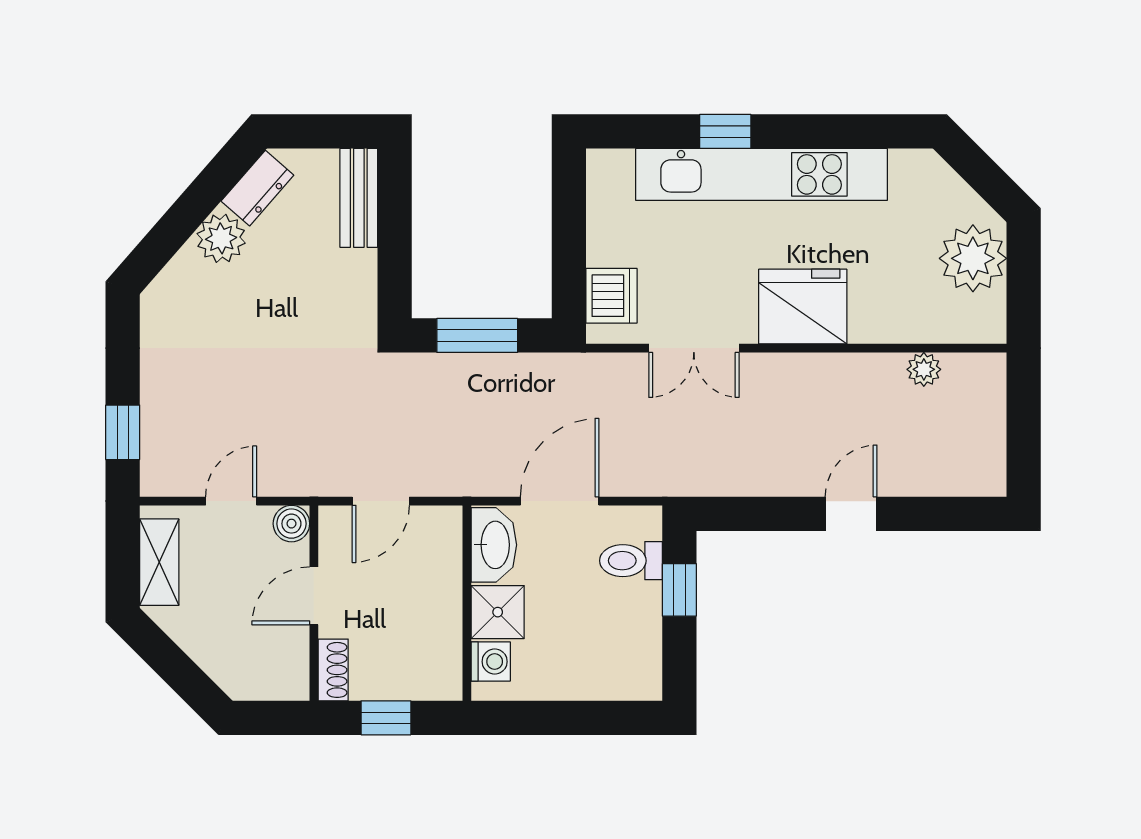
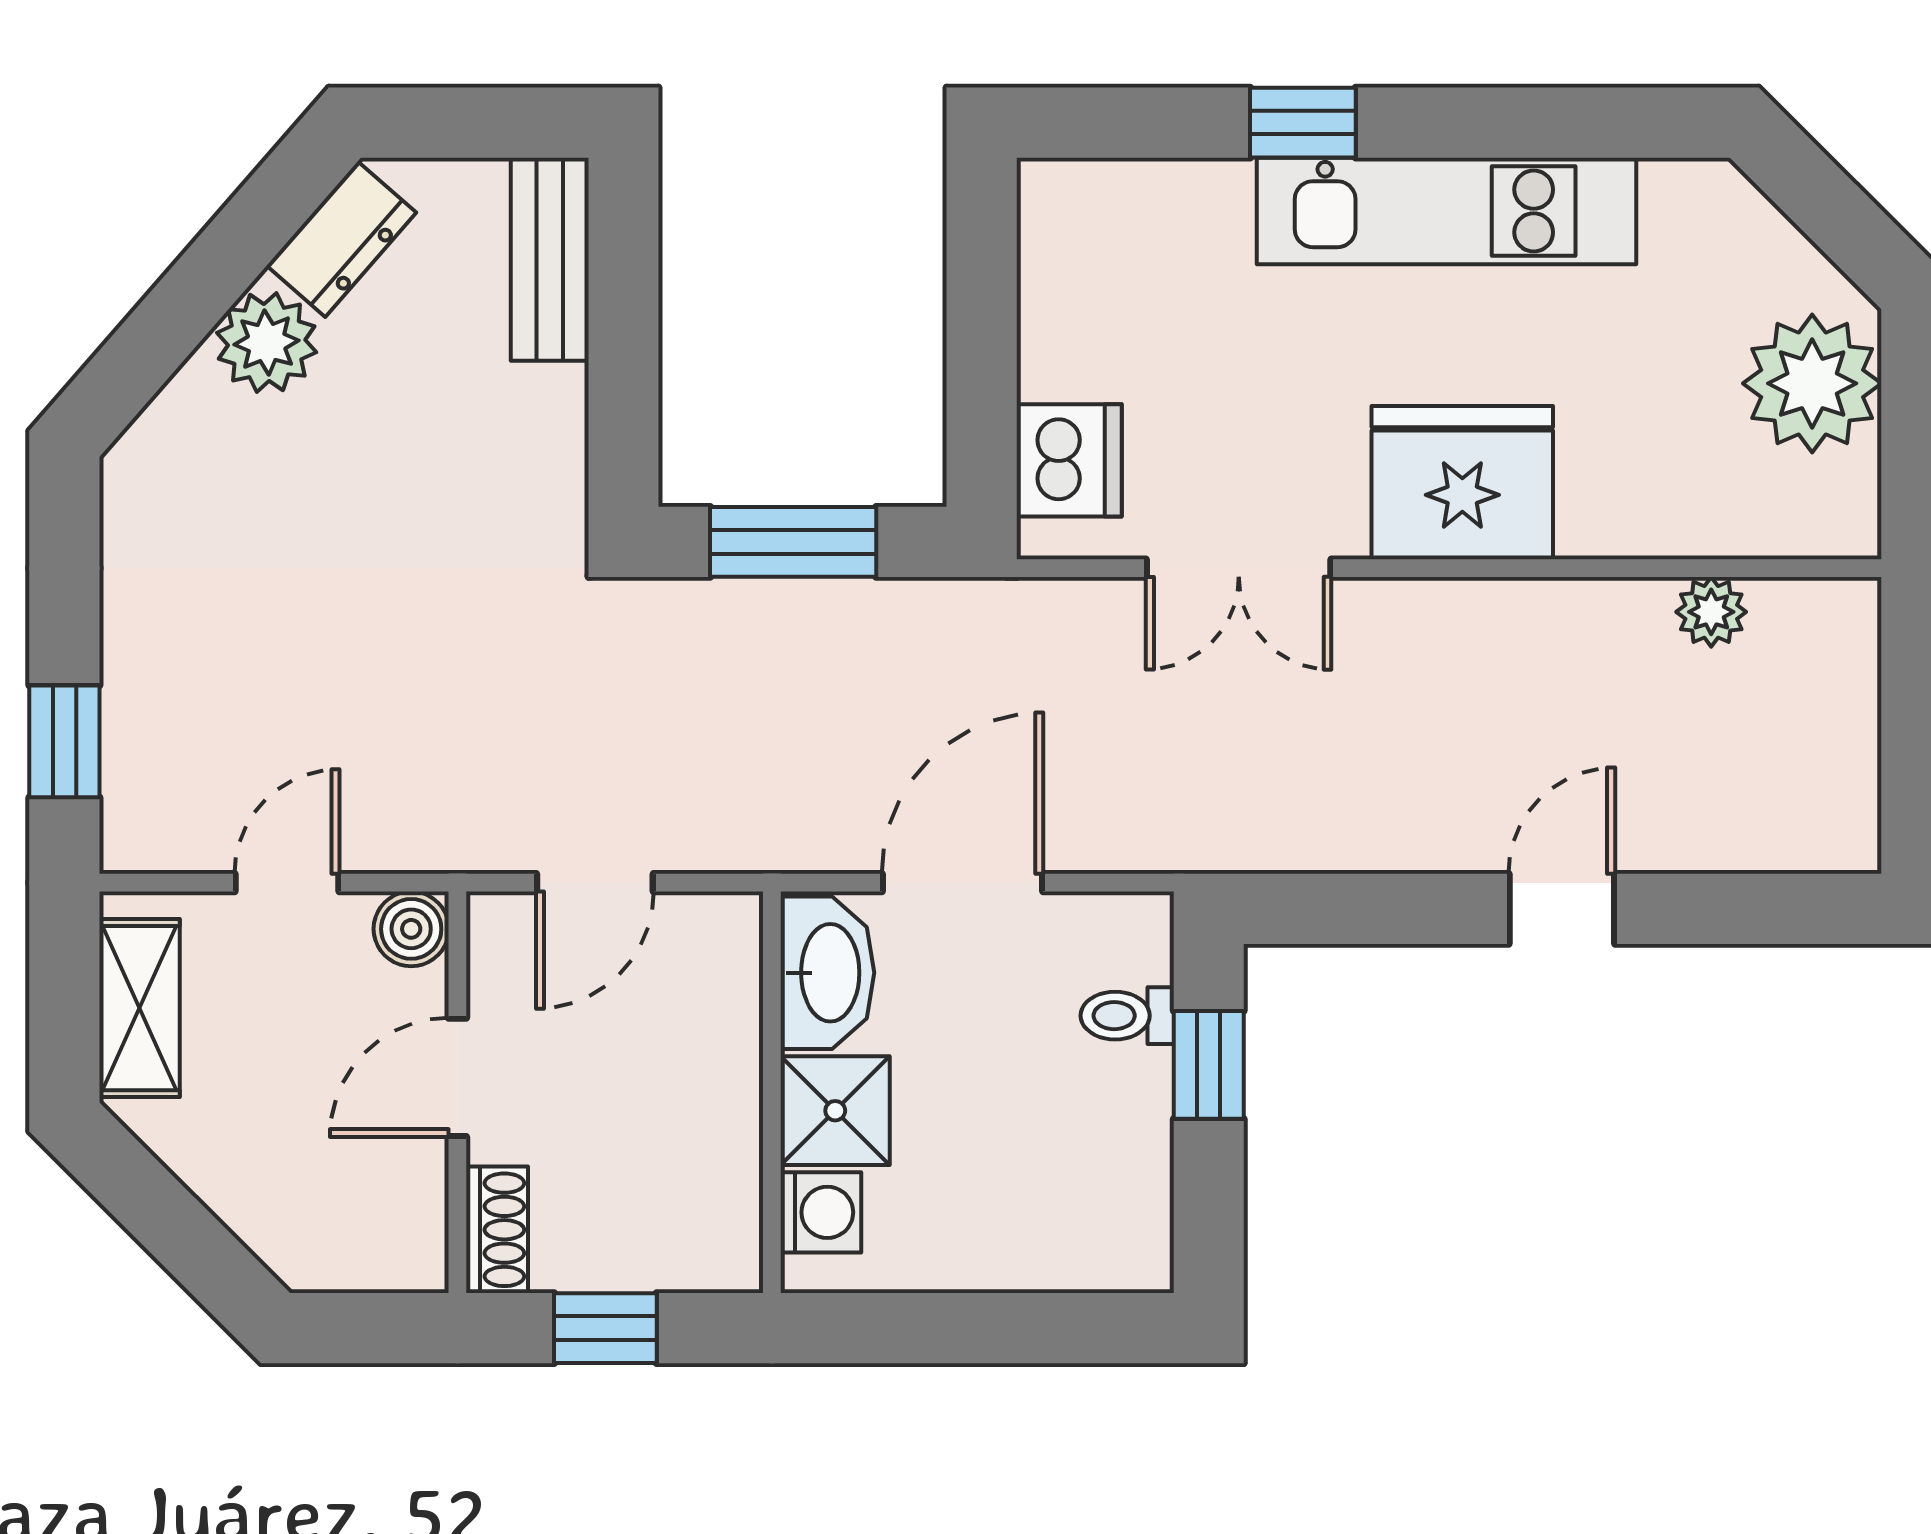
kitchen unit: (761, 174) -> (1446, 211), width x0.73
toilet: (631, 561) -> (1127, 1016), width x0.73, depth x0.72

